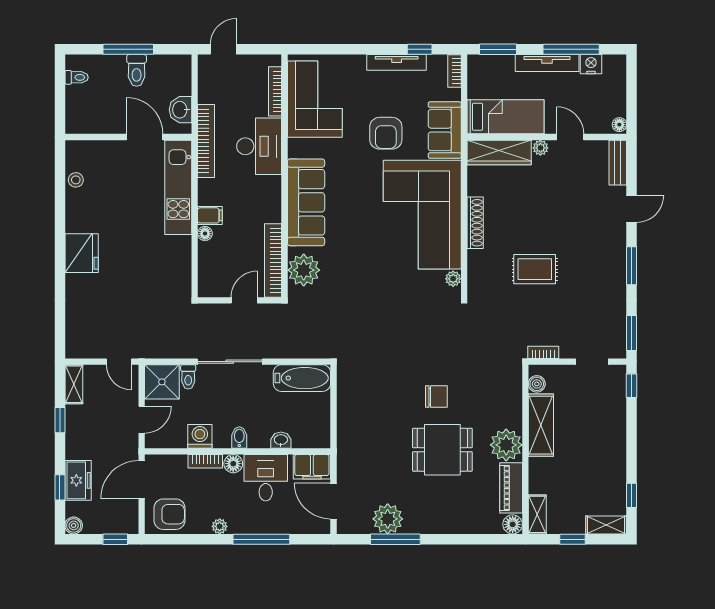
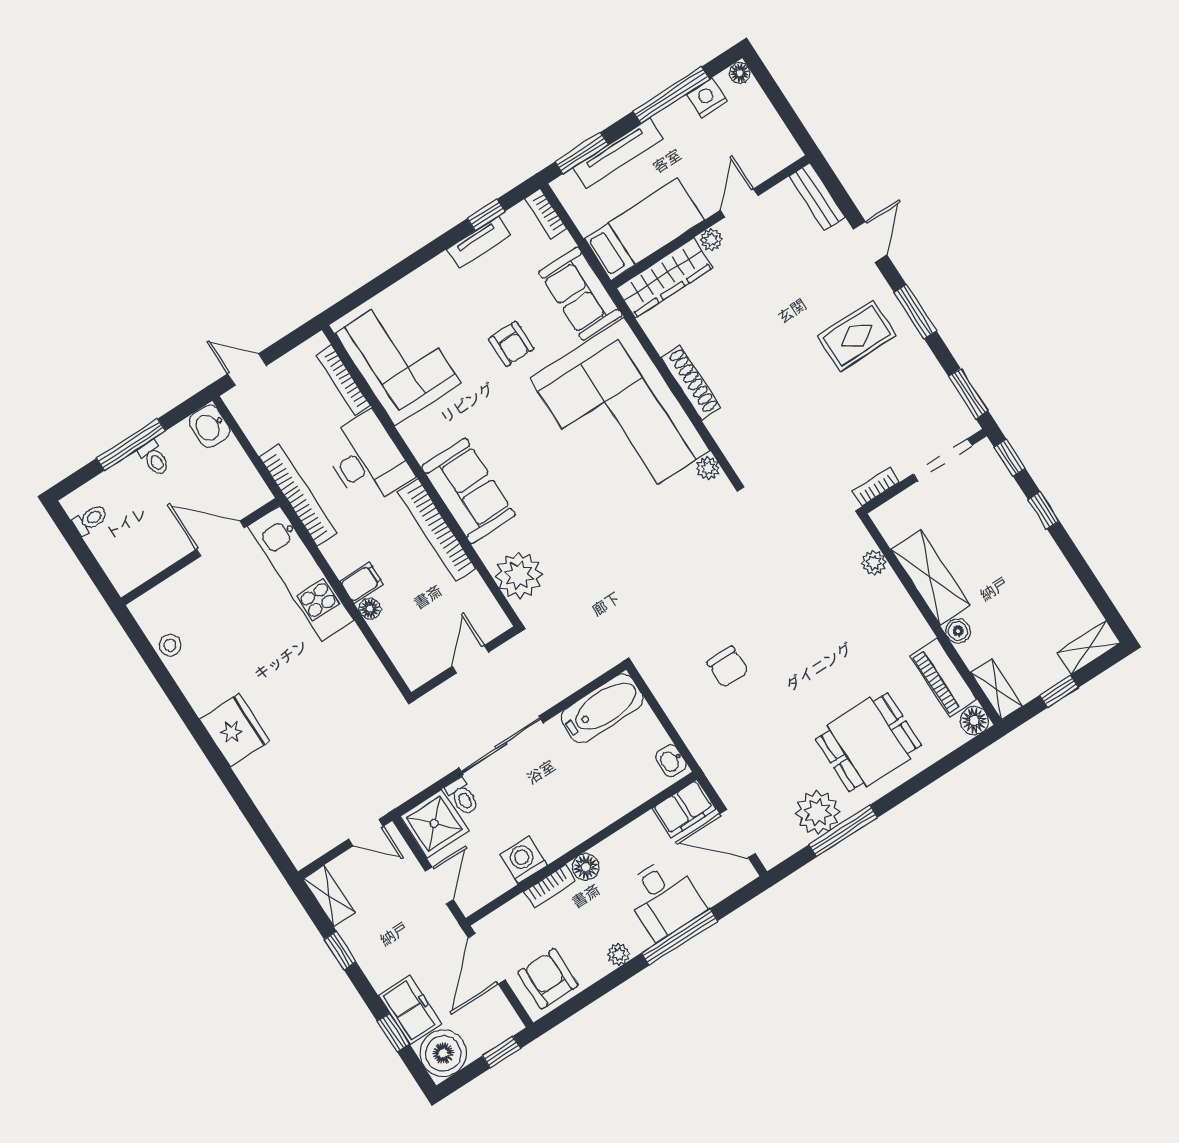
door: (223, 49) -> (247, 370), hinge flipped
tv unit: (397, 62) -> (479, 242), width x0.71
tv unit: (547, 63) -> (618, 153), moved
toilet: (137, 70) -> (154, 458), width x0.73, depth x0.72
washbasin: (180, 110) -> (209, 426), moved
floor lamp: (619, 125) -> (740, 73), moved
armchair: (386, 133) -> (511, 344), width x0.72, depth x0.72
door: (570, 137) -> (739, 203), hinge flipped
sofa: (306, 202) -> (468, 491), width x0.73
bookcase: (273, 260) -> (437, 530), moved
rug: (535, 269) -> (857, 336), moved
doorway: (592, 362) -> (943, 460), width x1.38
boiler: (537, 384) -> (958, 631), moved
chair: (436, 397) -> (728, 667), moved, turned 90
bidet: (239, 437) -> (573, 830), removed
washbasin: (281, 440) -> (671, 761), moved, turned -90
plant: (506, 445) -> (874, 563), moved, width x0.53, depth x0.53
dining table: (442, 450) -> (868, 742), moved
desk: (266, 478) -> (664, 898), moved, turned 180
window: (631, 495) -> (1044, 510), moved
armchair: (169, 514) -> (548, 979), turned -90
boiler: (74, 525) -> (443, 1053), width x1.86, depth x1.86

